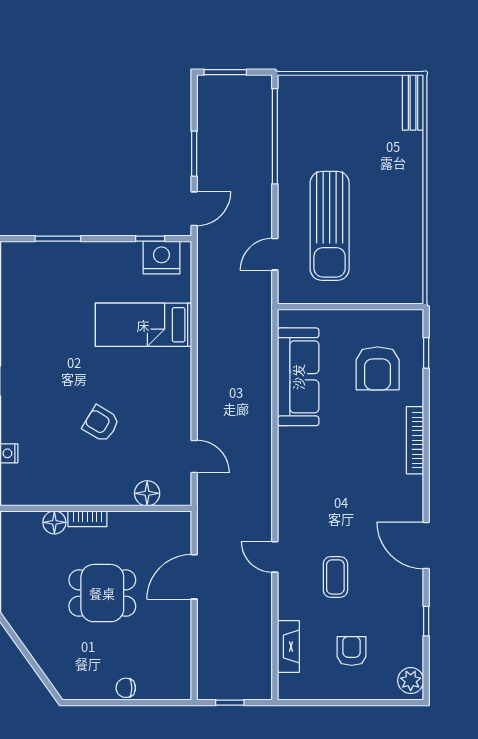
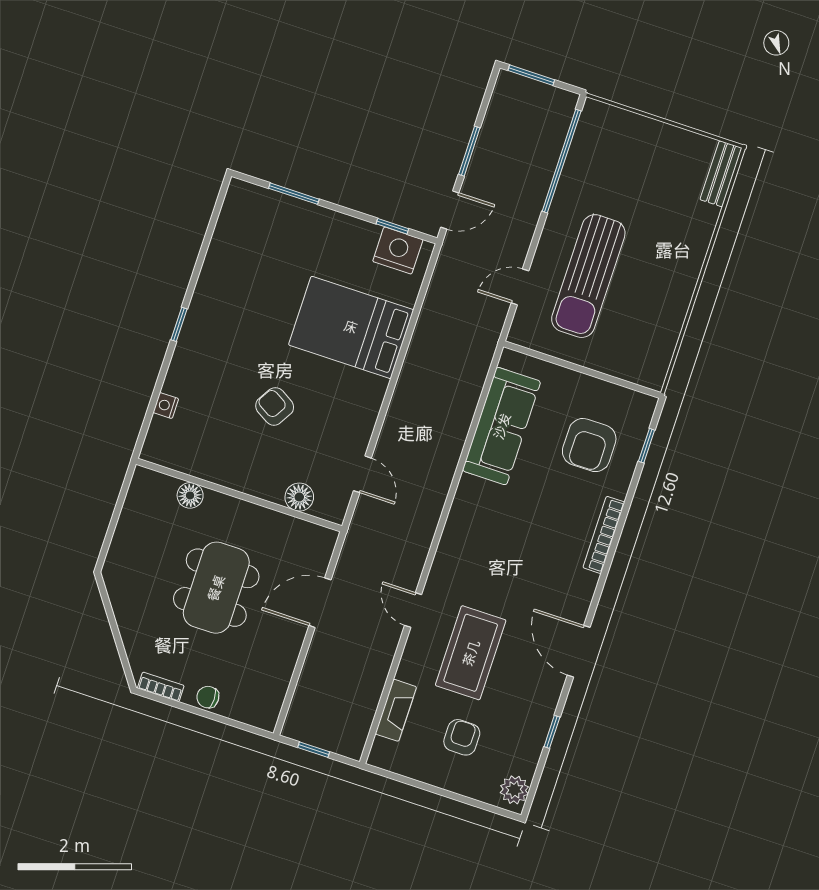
bed: (143, 325) -> (351, 327), width x1.50
bookcase: (87, 519) -> (161, 687), moved, turned 180
coffee table: (335, 577) -> (471, 653), width x1.86, depth x1.72
dining table: (102, 593) -> (216, 588), width x1.37

